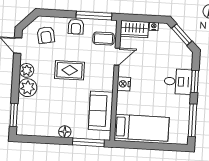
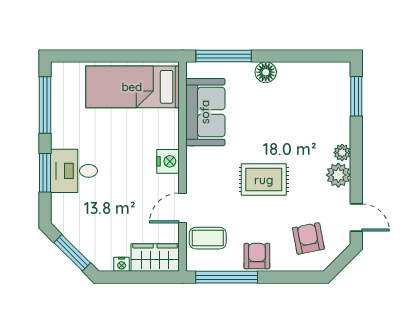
plant: (28, 88) -> (342, 153), width x0.53, depth x0.53

